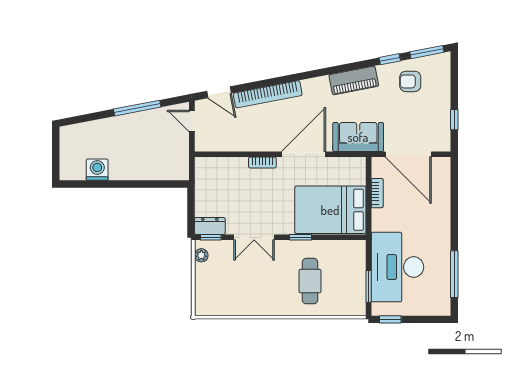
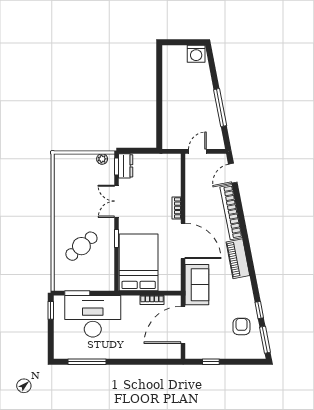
piano: (354, 81) -> (238, 259), moved
door: (192, 121) -> (197, 151), moved
washing machine: (97, 170) -> (196, 54), moved, turned 90
cafe table: (310, 281) -> (81, 246), turned -41

